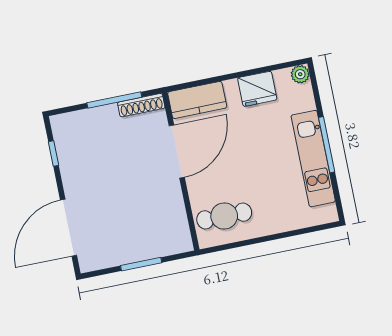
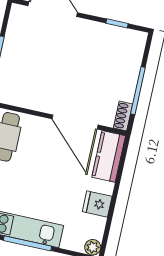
fridge: (257, 89) -> (97, 204), width x0.72
shoe rack: (141, 105) -> (123, 116), width x0.70

